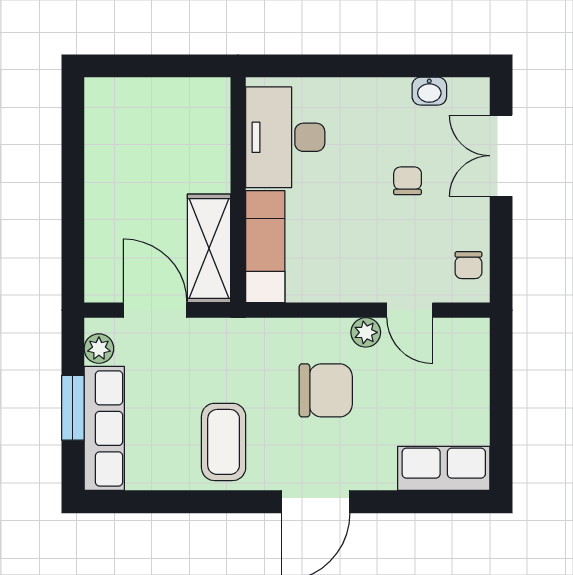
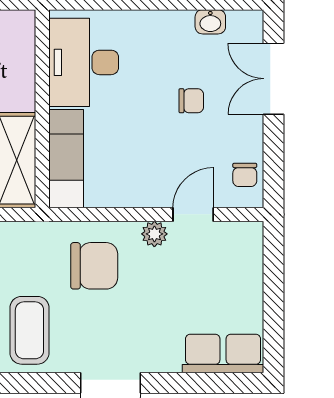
chair: (408, 181) -> (191, 101), turned 90
door: (410, 310) -> (193, 214), swing flipped
chair: (326, 390) -> (94, 266), moved

